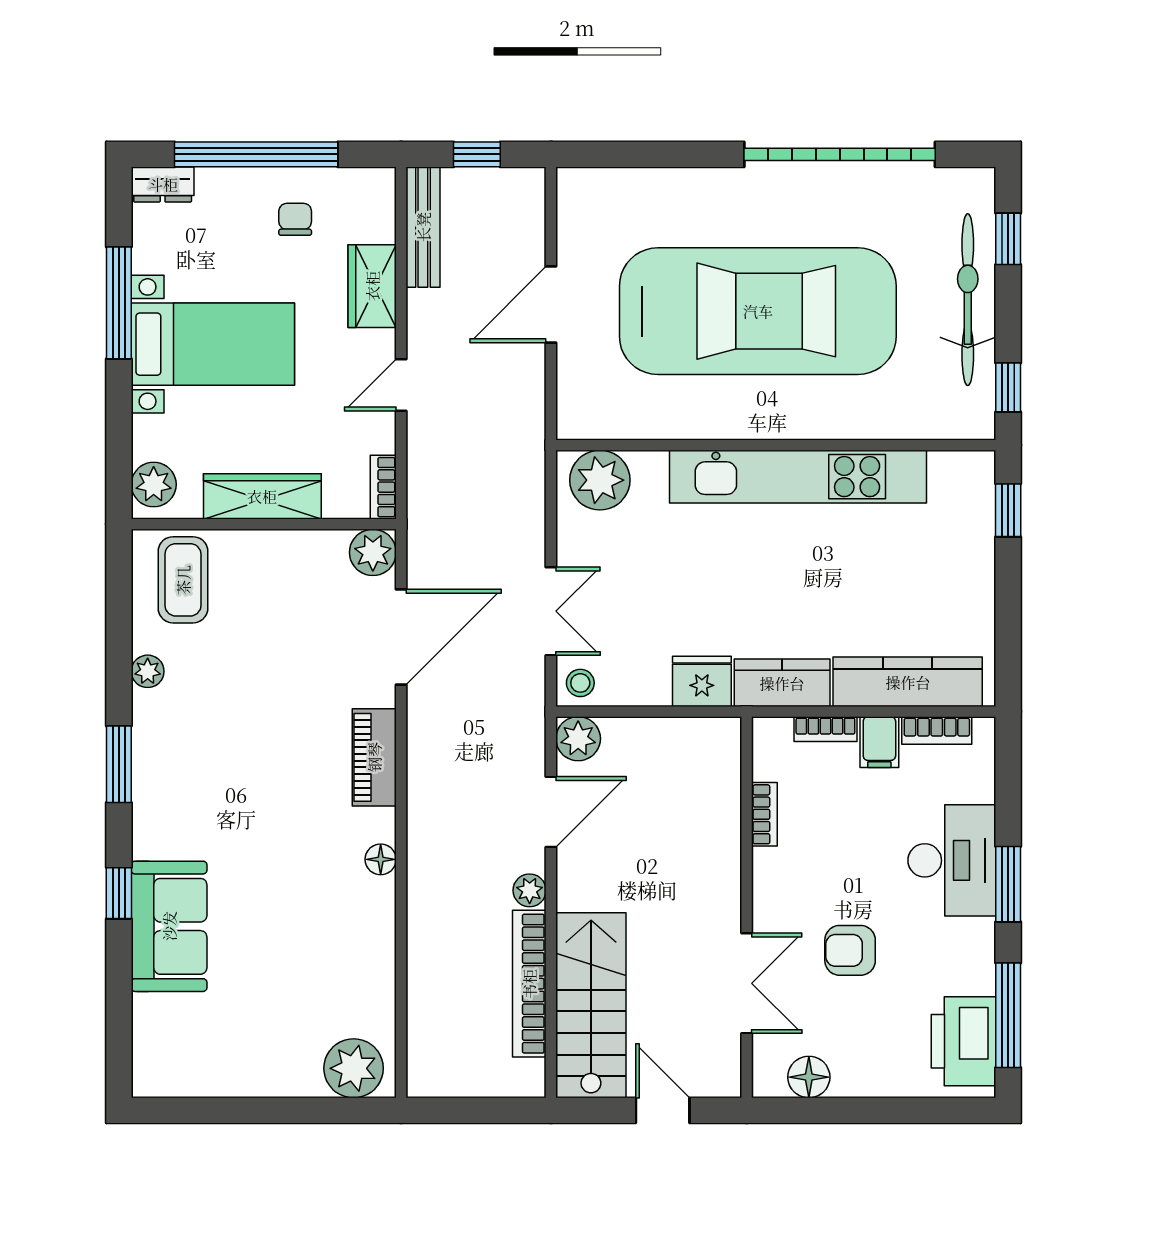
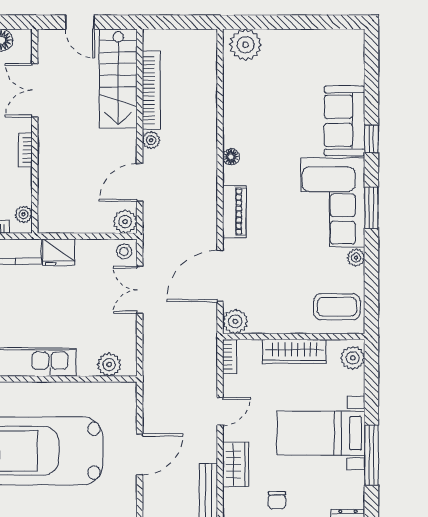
plant: (600, 480) -> (109, 365), width x0.73, depth x0.73
coffee table: (183, 580) -> (337, 307), turned 90
plant: (768, 752) -> (23, 214), added
corner sofa: (191, 774) -> (333, 202), added
bookcase: (764, 814) -> (25, 150), moved

